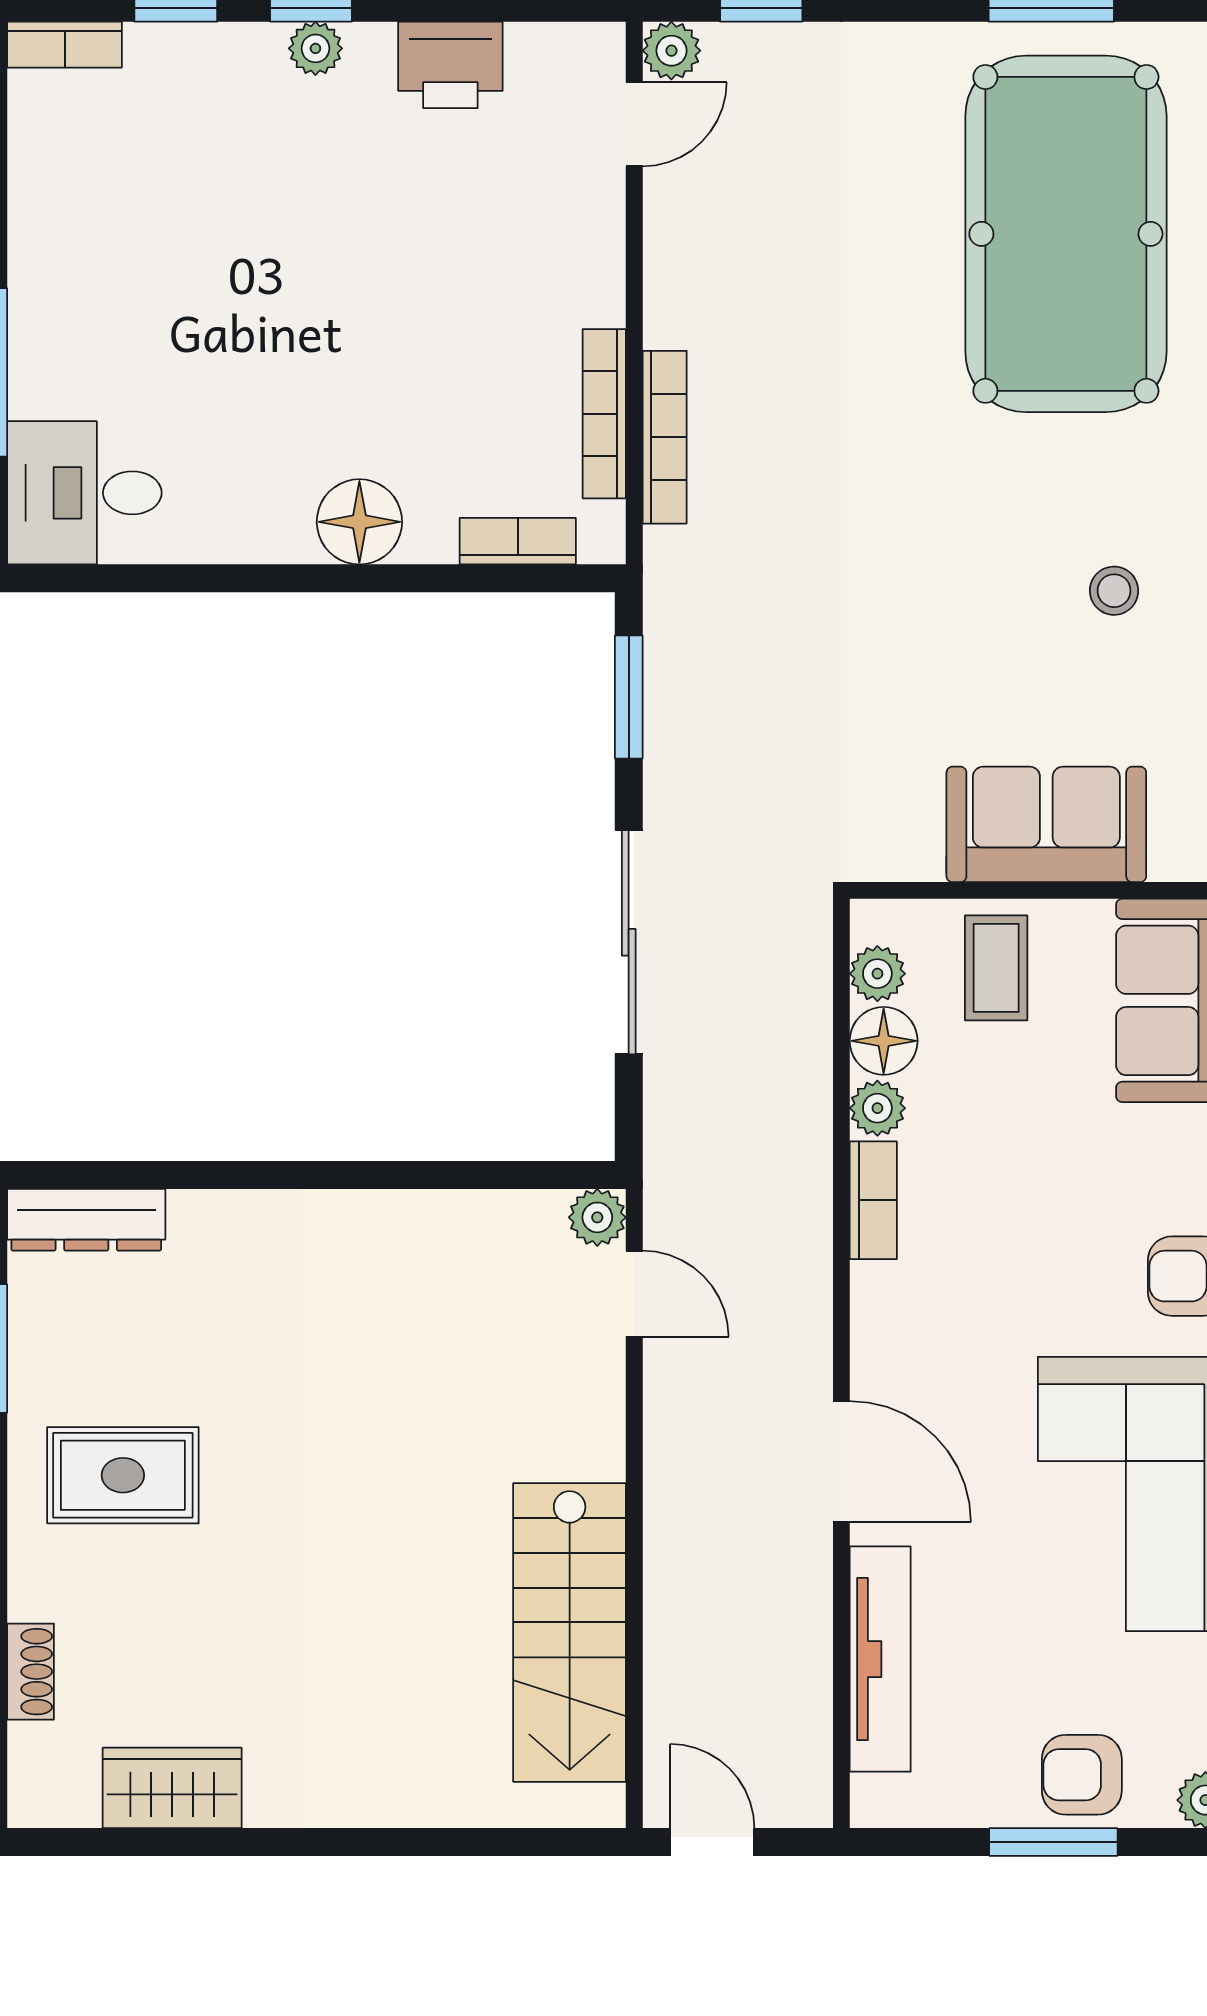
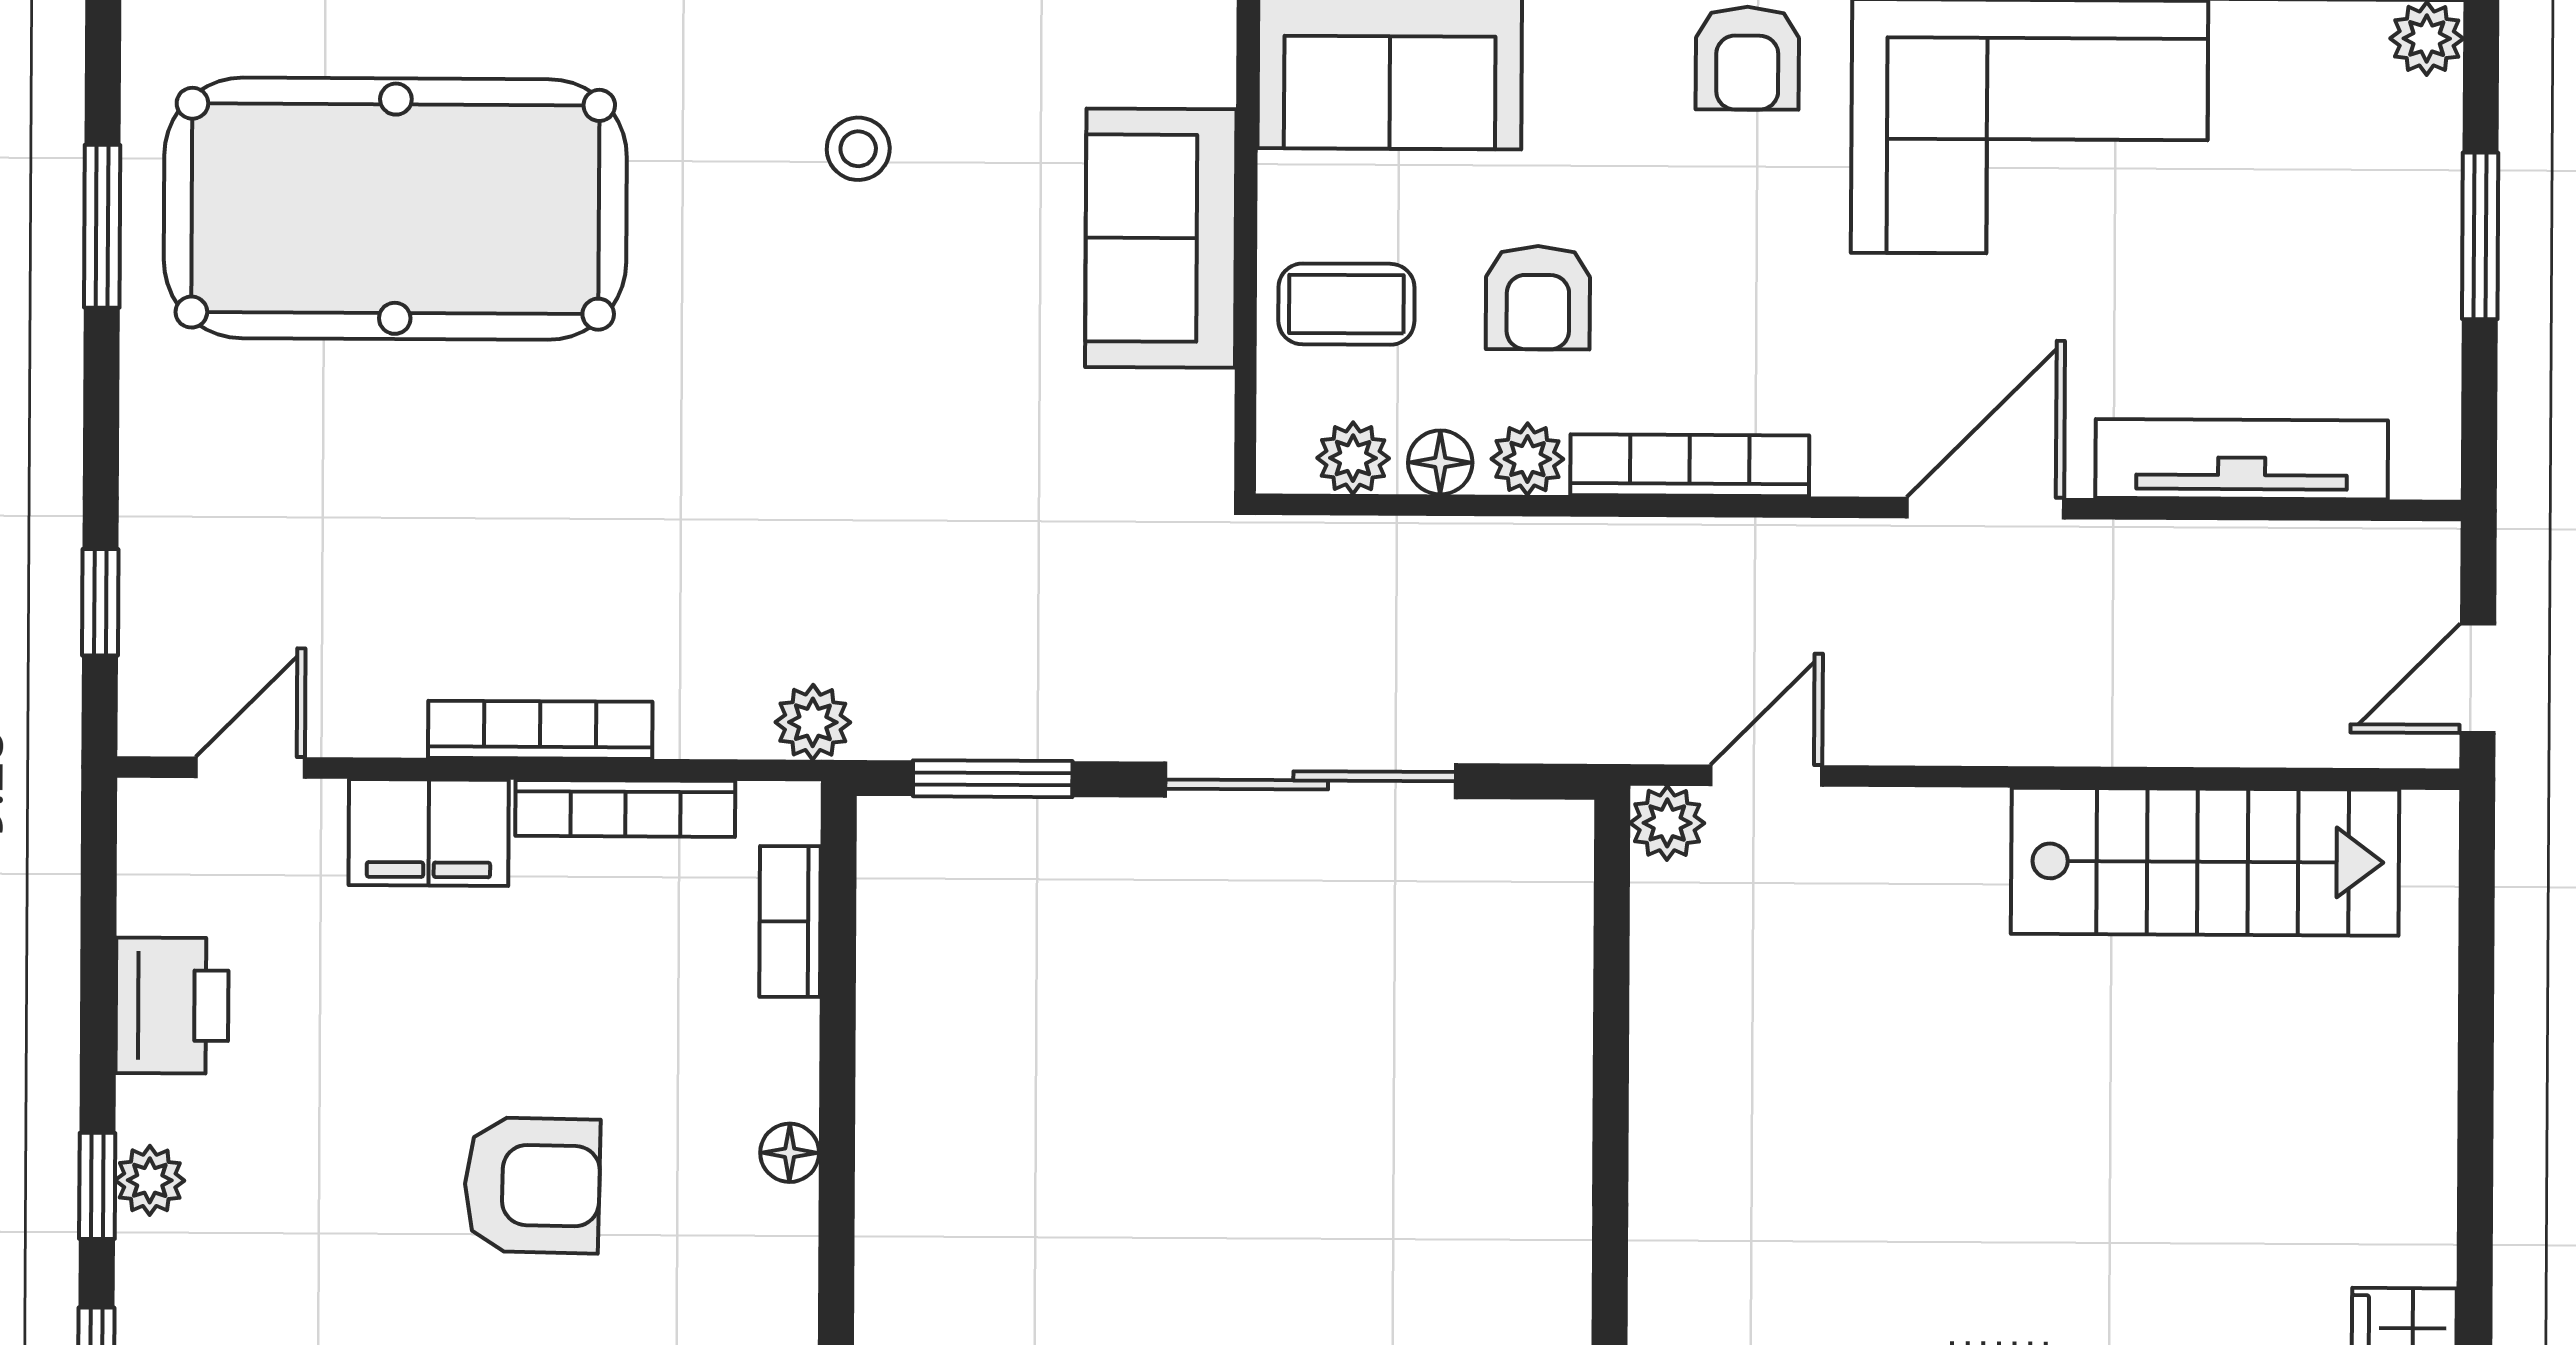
plant: (671, 51) -> (813, 722), moved
door: (634, 124) -> (250, 768), hinge flipped
filing cabinet: (585, 262) -> (429, 832), added
armchair: (313, 343) -> (532, 1185), added
bookcase: (665, 437) -> (540, 730), moved
floor lamp: (359, 522) -> (790, 1153), width x0.53, depth x0.53
floor lamp: (884, 1041) -> (1440, 462), width x0.73, depth x0.73
bookcase: (873, 1200) -> (1690, 465), width x1.56
armchair: (1082, 1775) -> (1538, 298), moved

